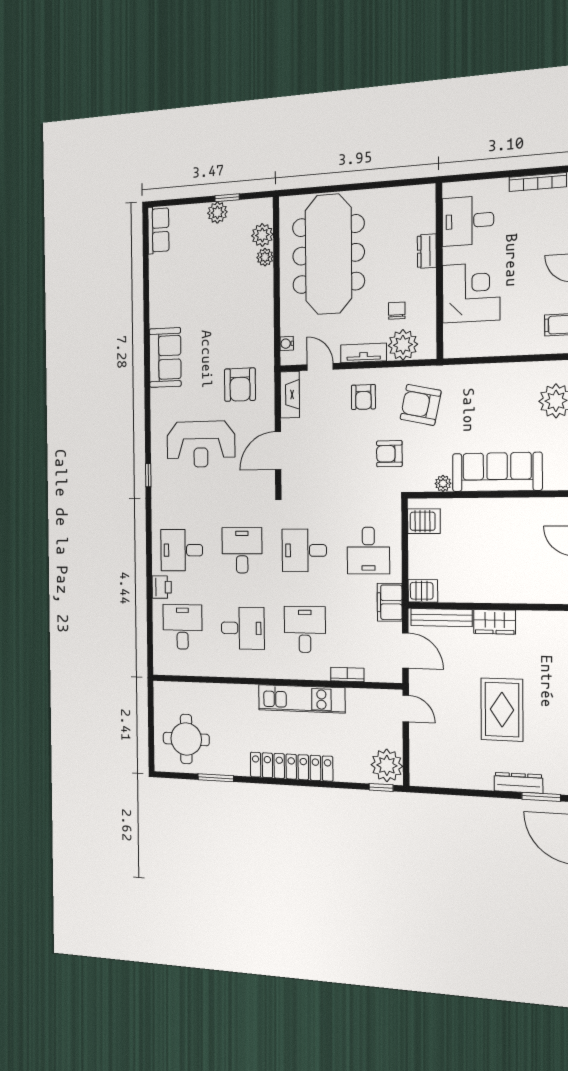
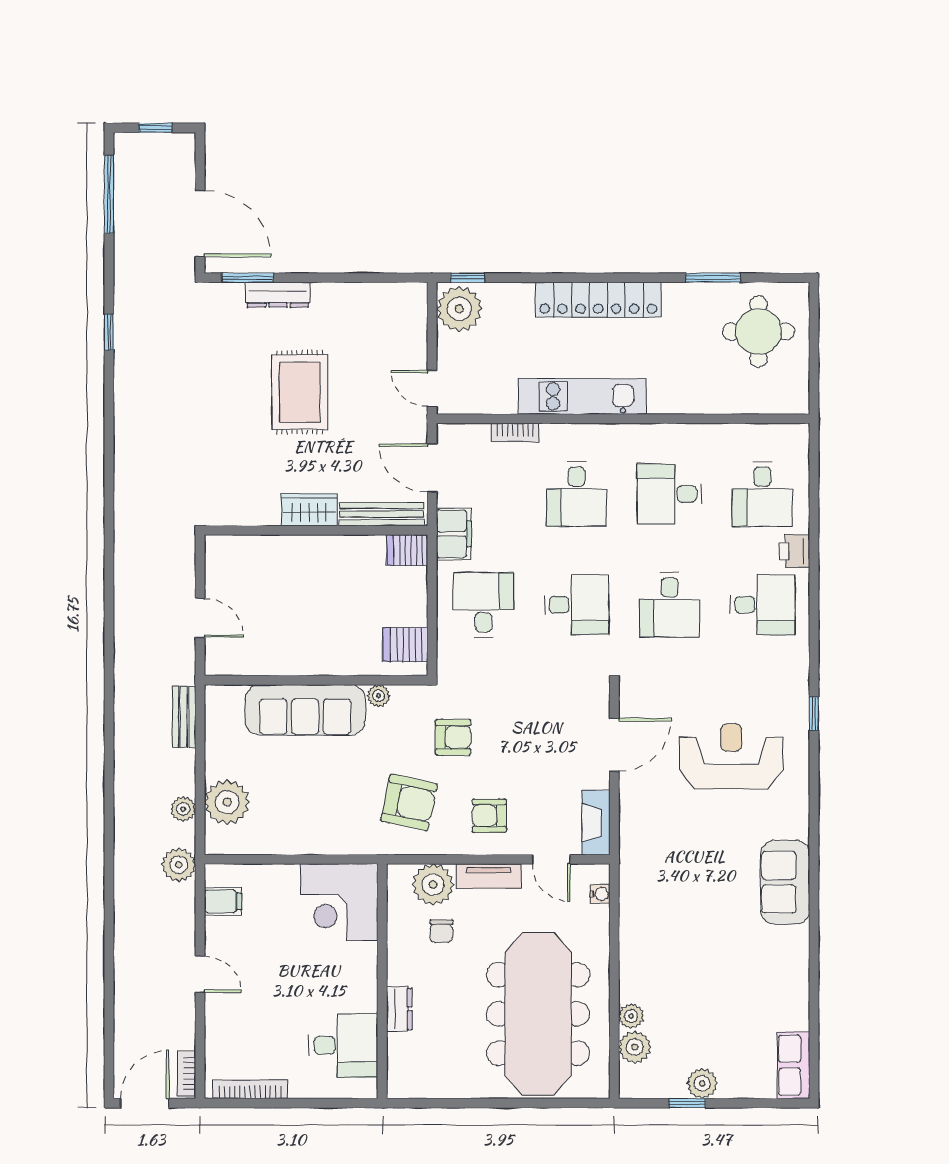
corner desk: (471, 293) -> (339, 902), moved
armchair: (240, 385) -> (670, 839), removed
armchair: (363, 397) -> (489, 816), turned -90

